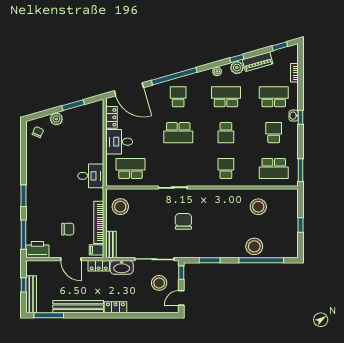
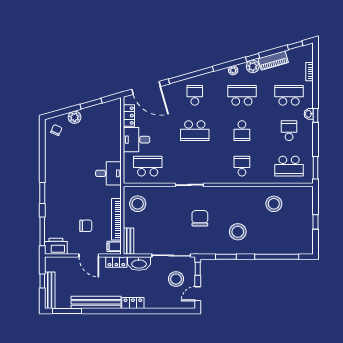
stool: (254, 246) -> (238, 232), moved

